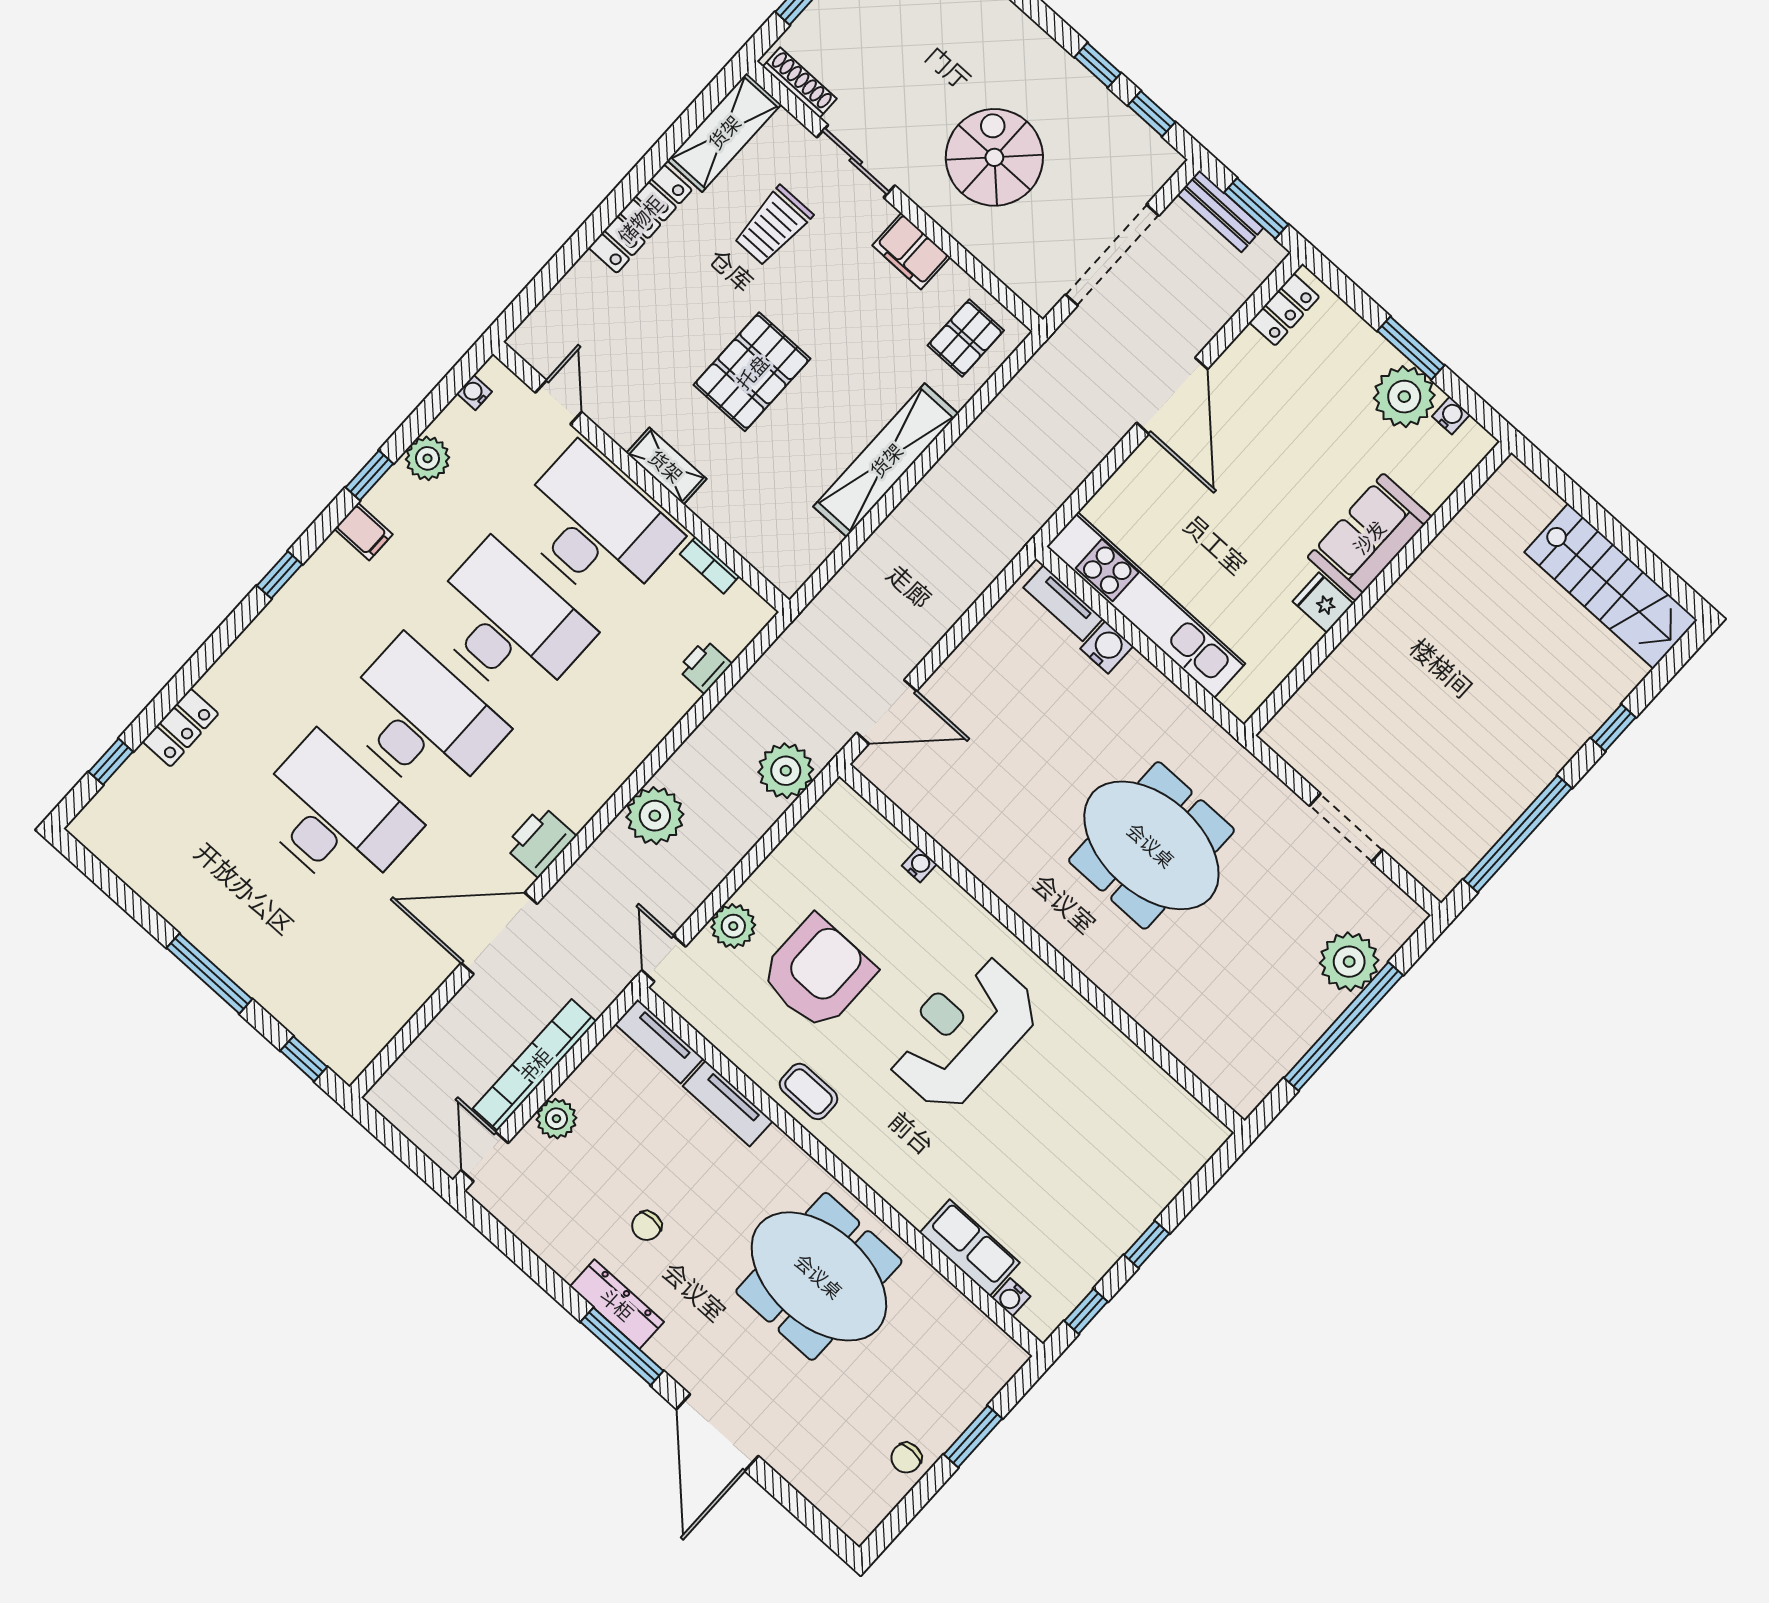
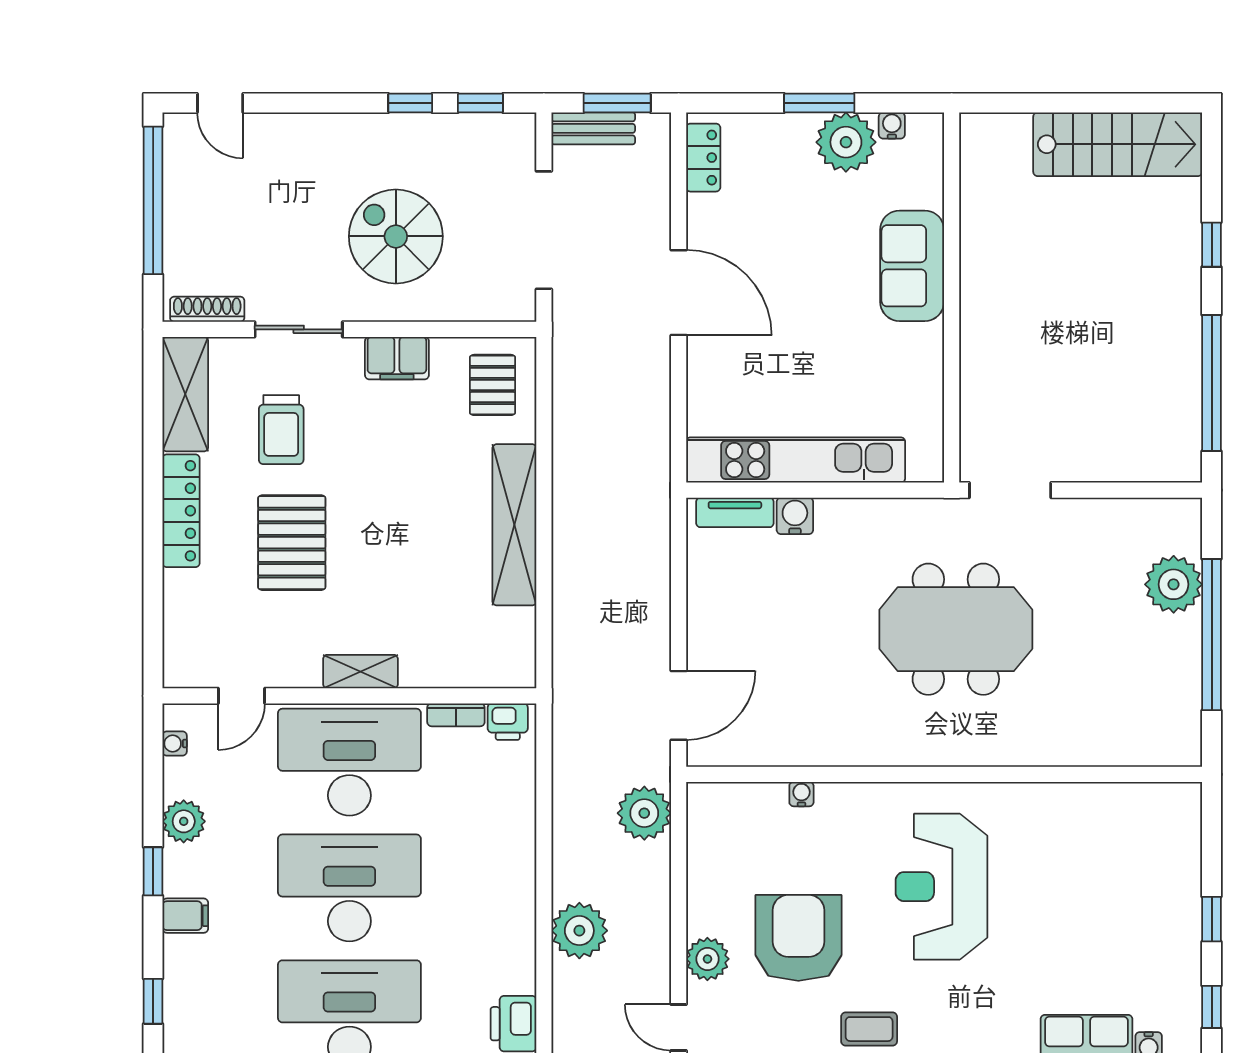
pallet: (752, 372) -> (292, 543), moved
door: (559, 402) -> (241, 696), swing flipped
fridge: (1323, 603) -> (921, 343), removed
printer: (705, 666) -> (508, 722), moved, turned -90
doorway: (1346, 828) -> (1010, 490), moved

